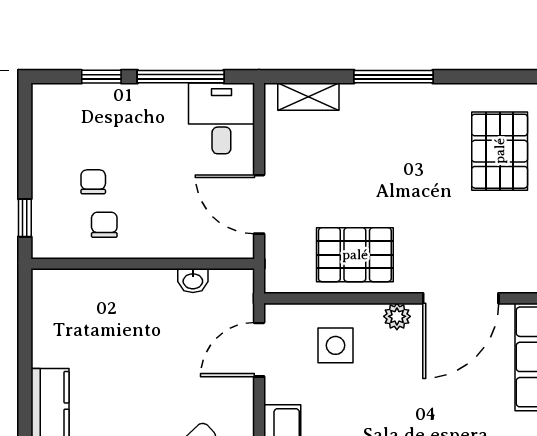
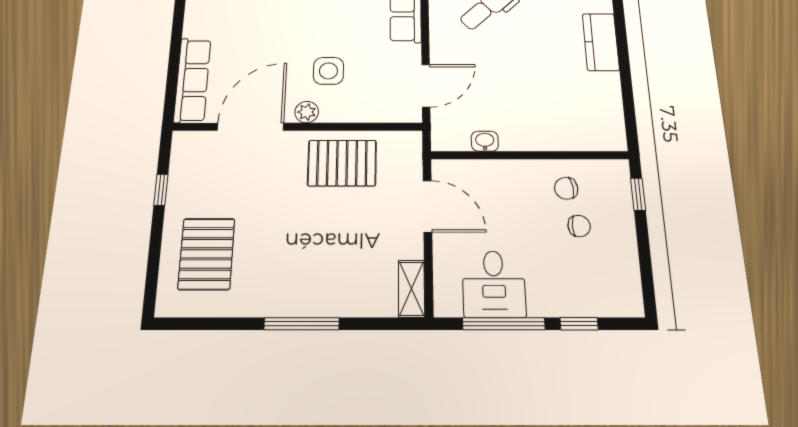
shelving: (308, 97) -> (411, 289), moved, turned 90
desk: (221, 118) -> (494, 284), moved
chair: (93, 182) -> (579, 226), turned -91
chair: (104, 225) -> (566, 188), turned 82
side table: (335, 345) -> (328, 71), moved

